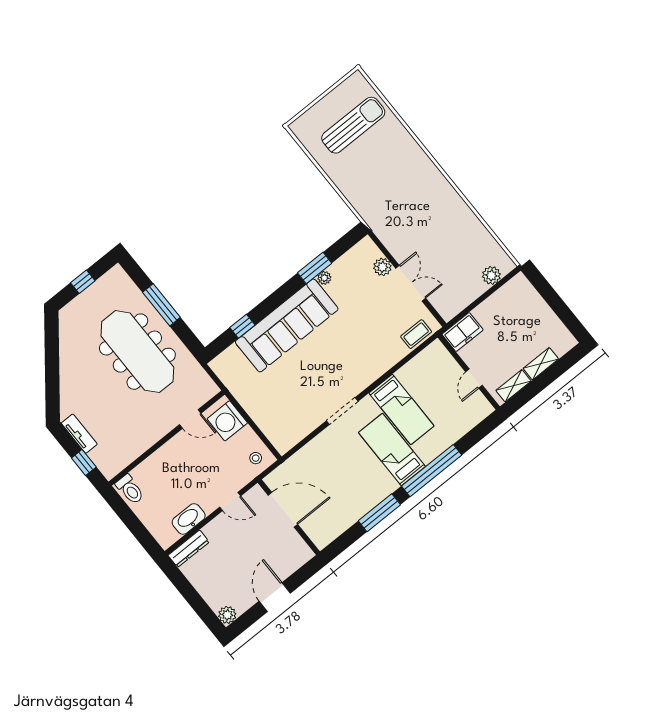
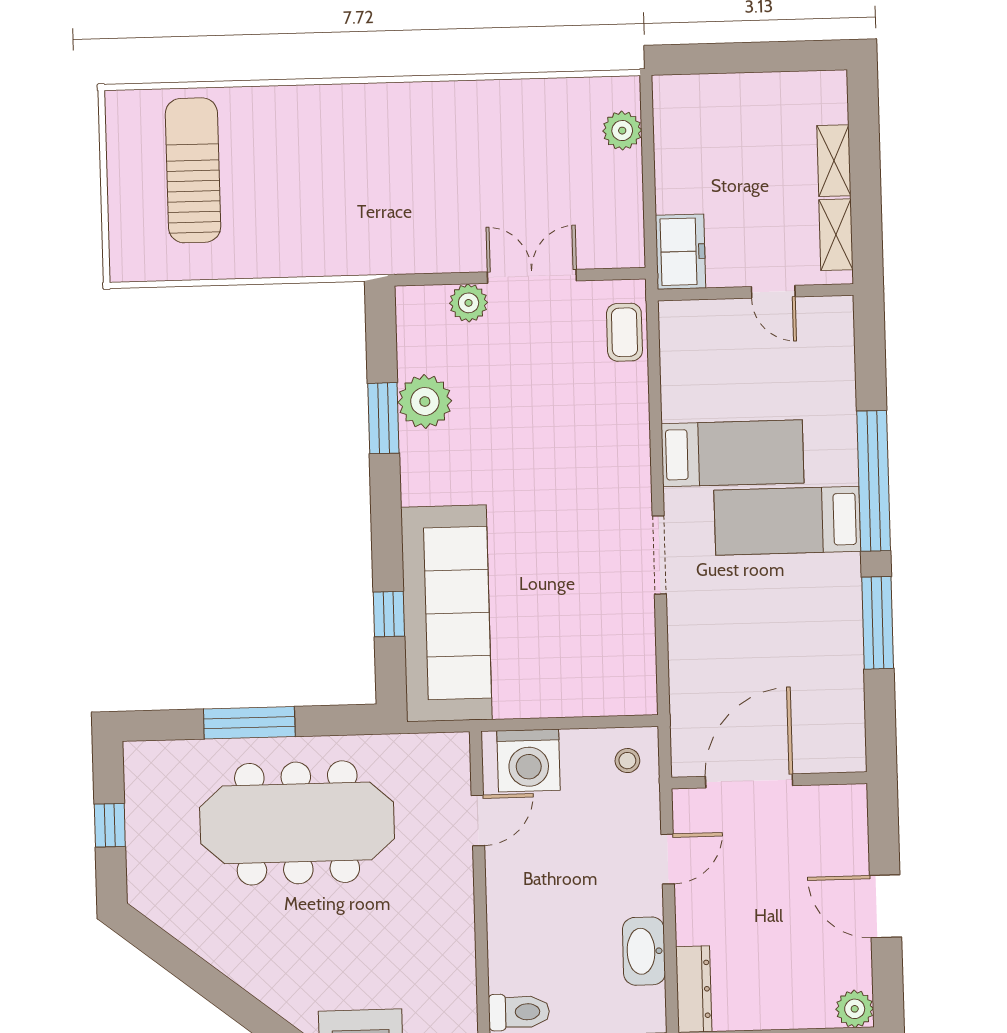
plant: (324, 278) -> (425, 401), width x1.88, depth x1.88
sofa: (287, 325) -> (446, 613), moved

